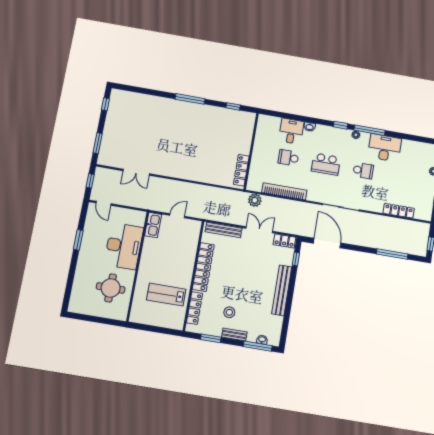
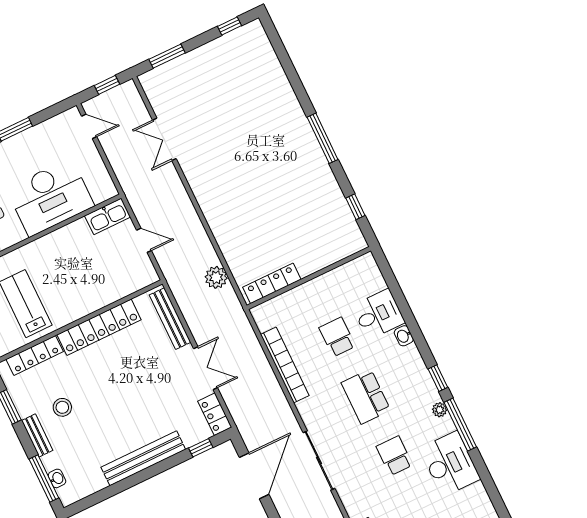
school desk: (363, 171) -> (394, 456), turned 180
plant: (255, 200) -> (216, 277), moved
door: (104, 203) -> (89, 126), swing flipped

